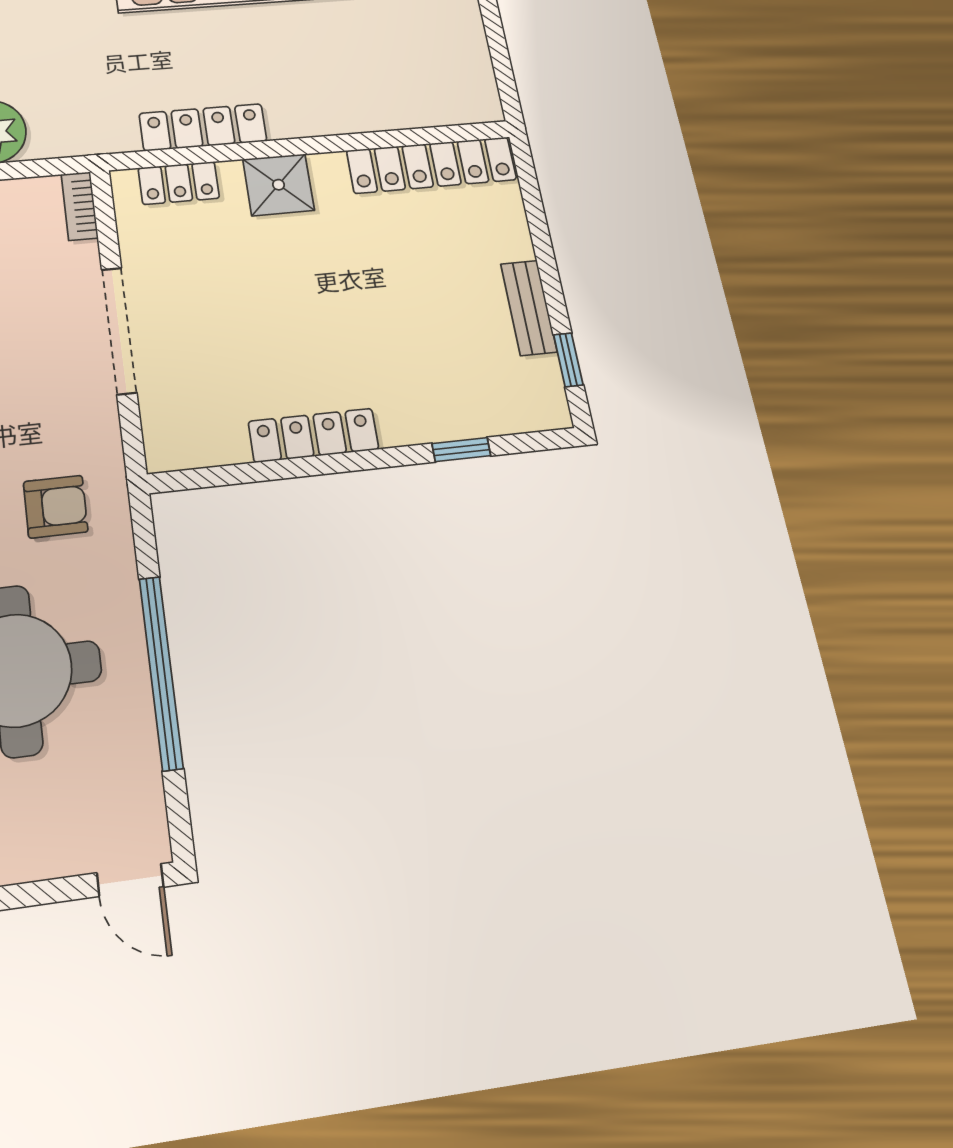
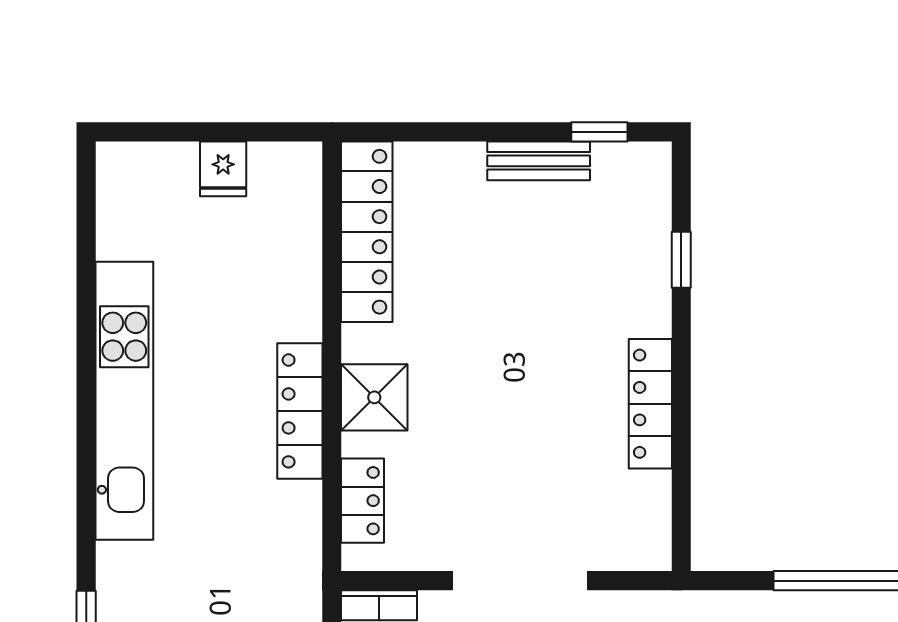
fridge: (464, 44) -> (223, 169), added
locker: (203, 127) -> (300, 411), moved

